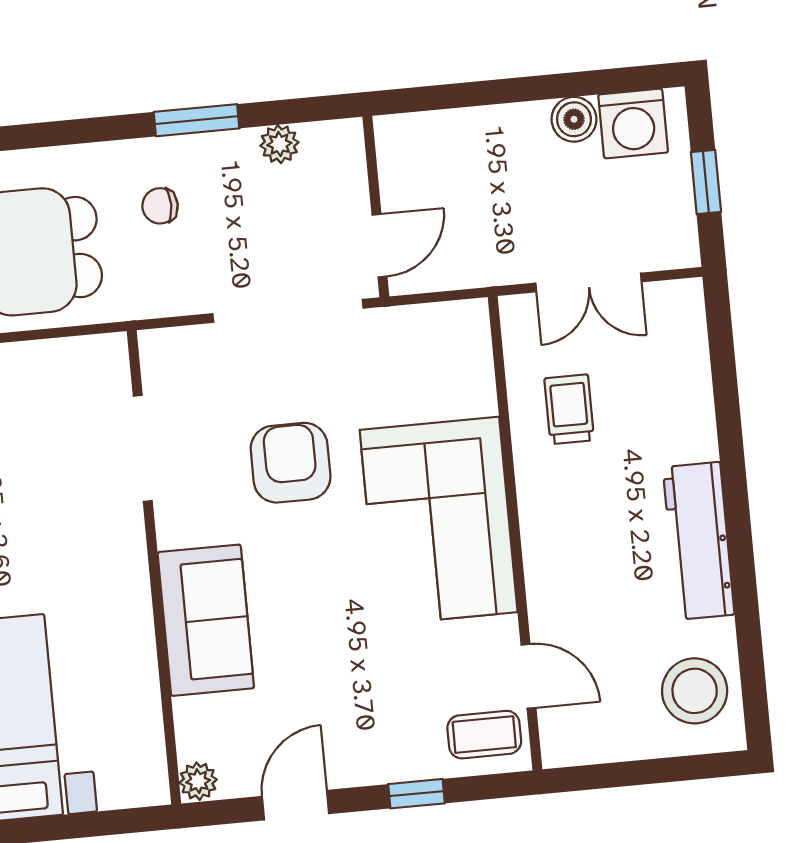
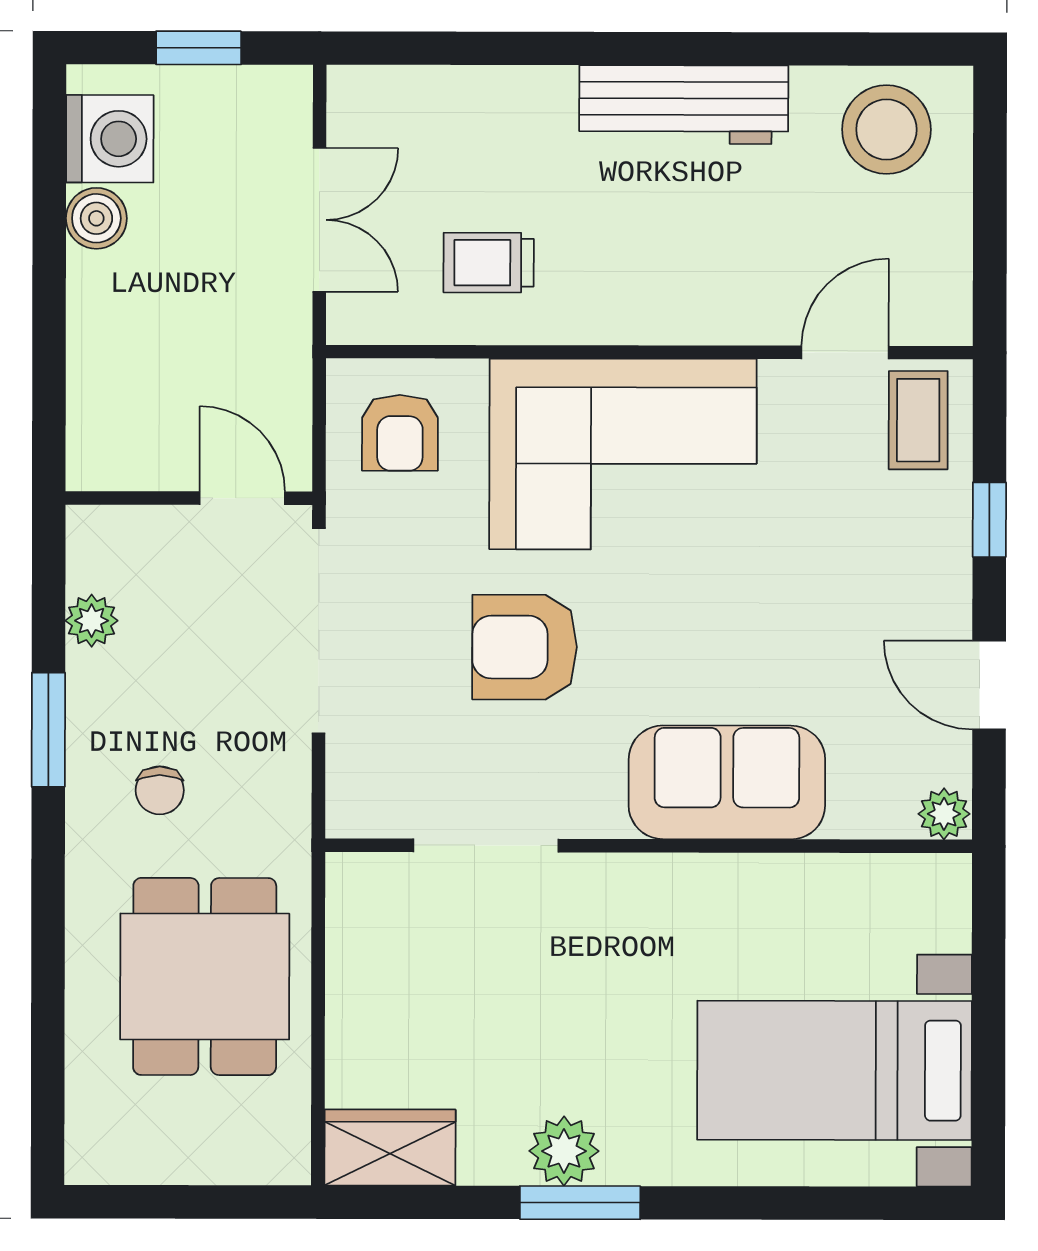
armchair: (439, 356) -> (400, 433), added

